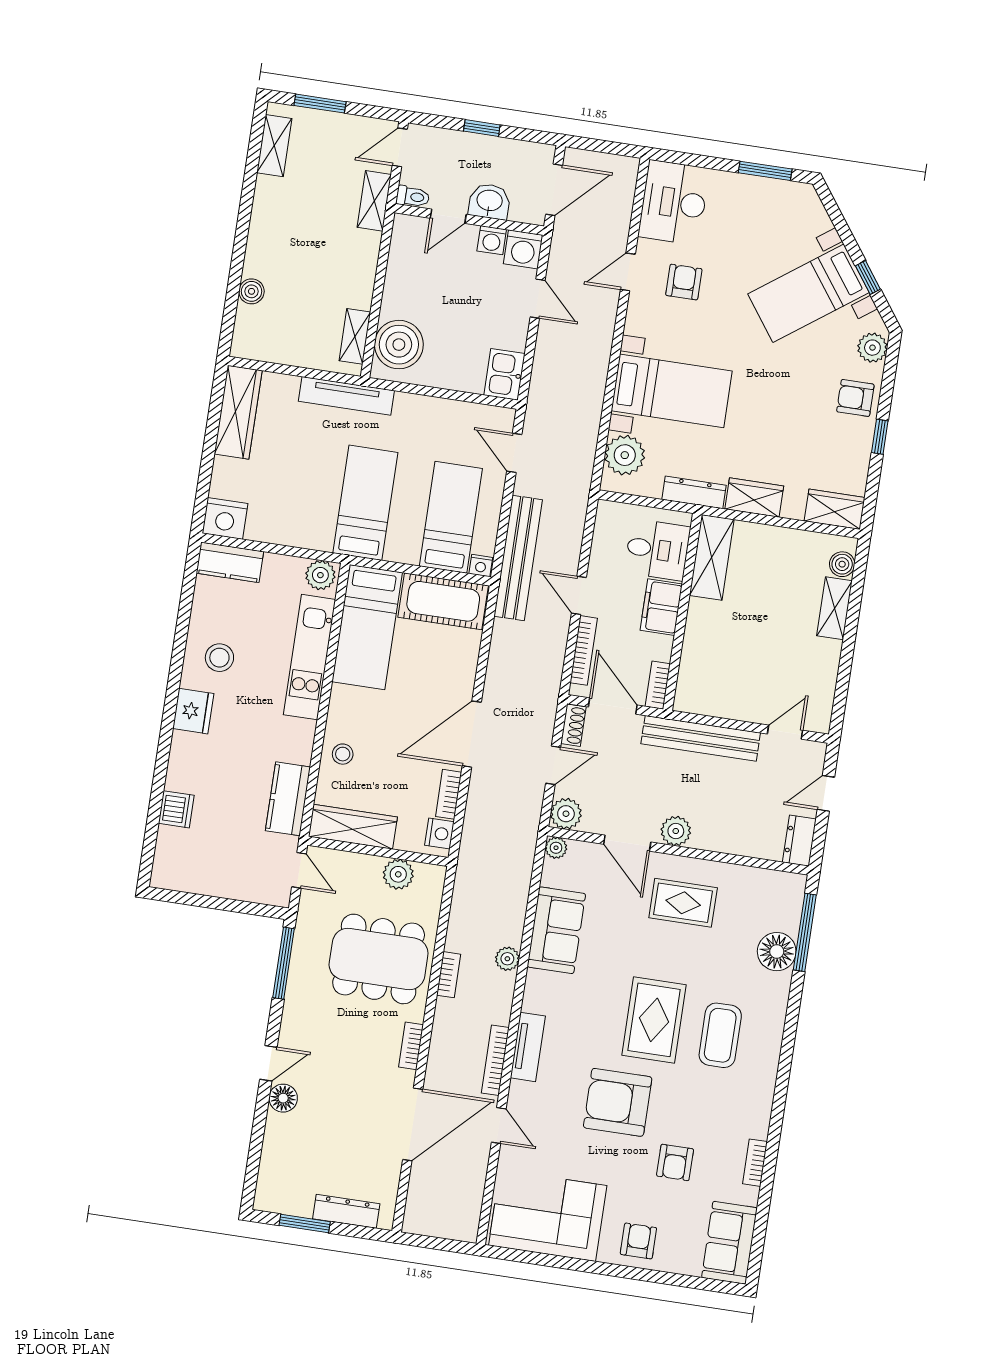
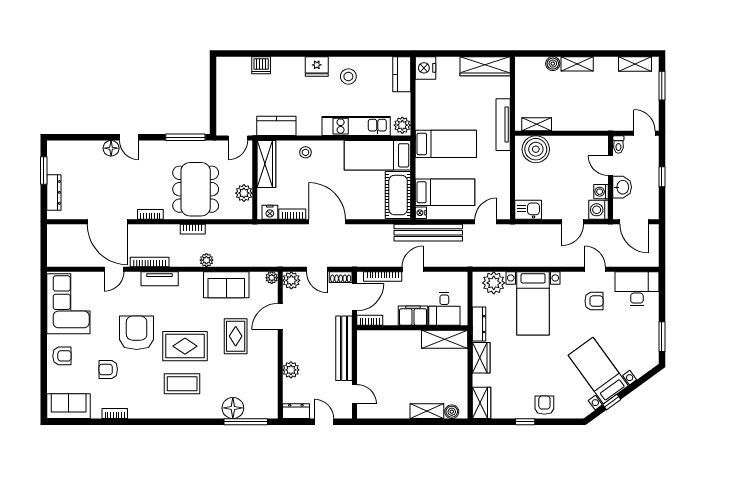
shelving: (374, 201) -> (577, 64), moved
plant: (872, 348) -> (574, 410), removed
plant: (676, 831) -> (291, 370), moved
rug: (683, 903) -> (236, 336), moved

